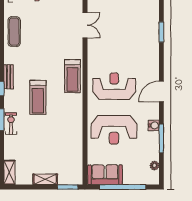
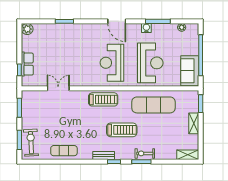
exercise mat: (66, 133) -> (153, 105), added

